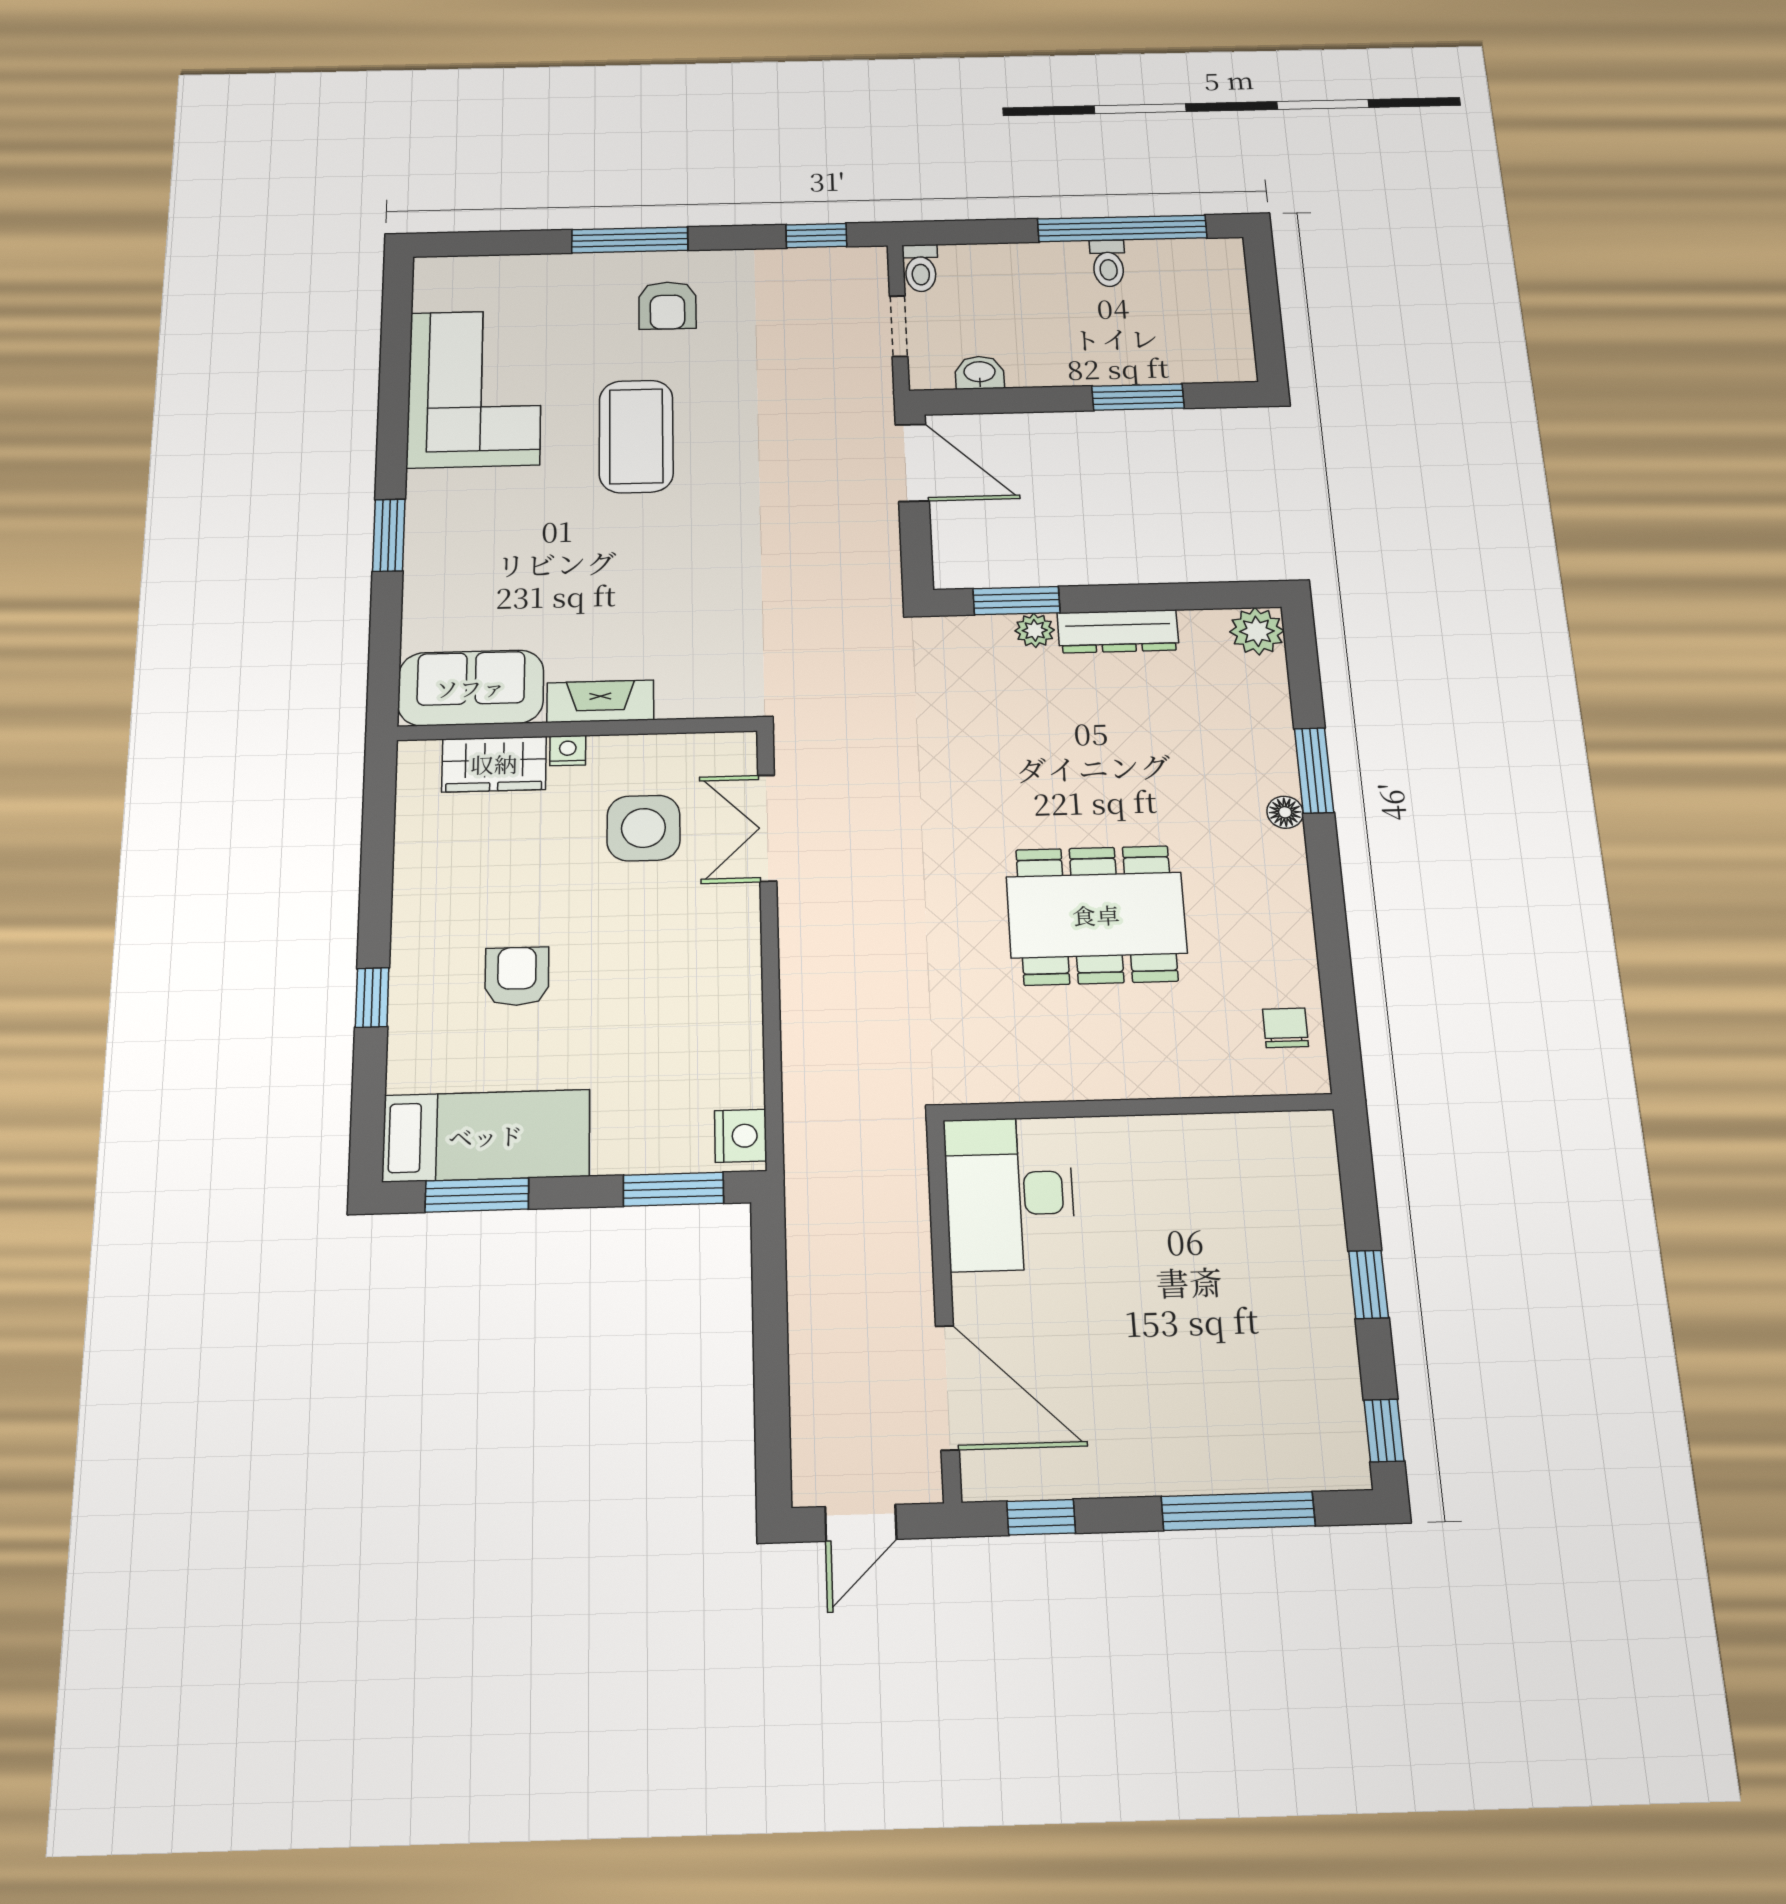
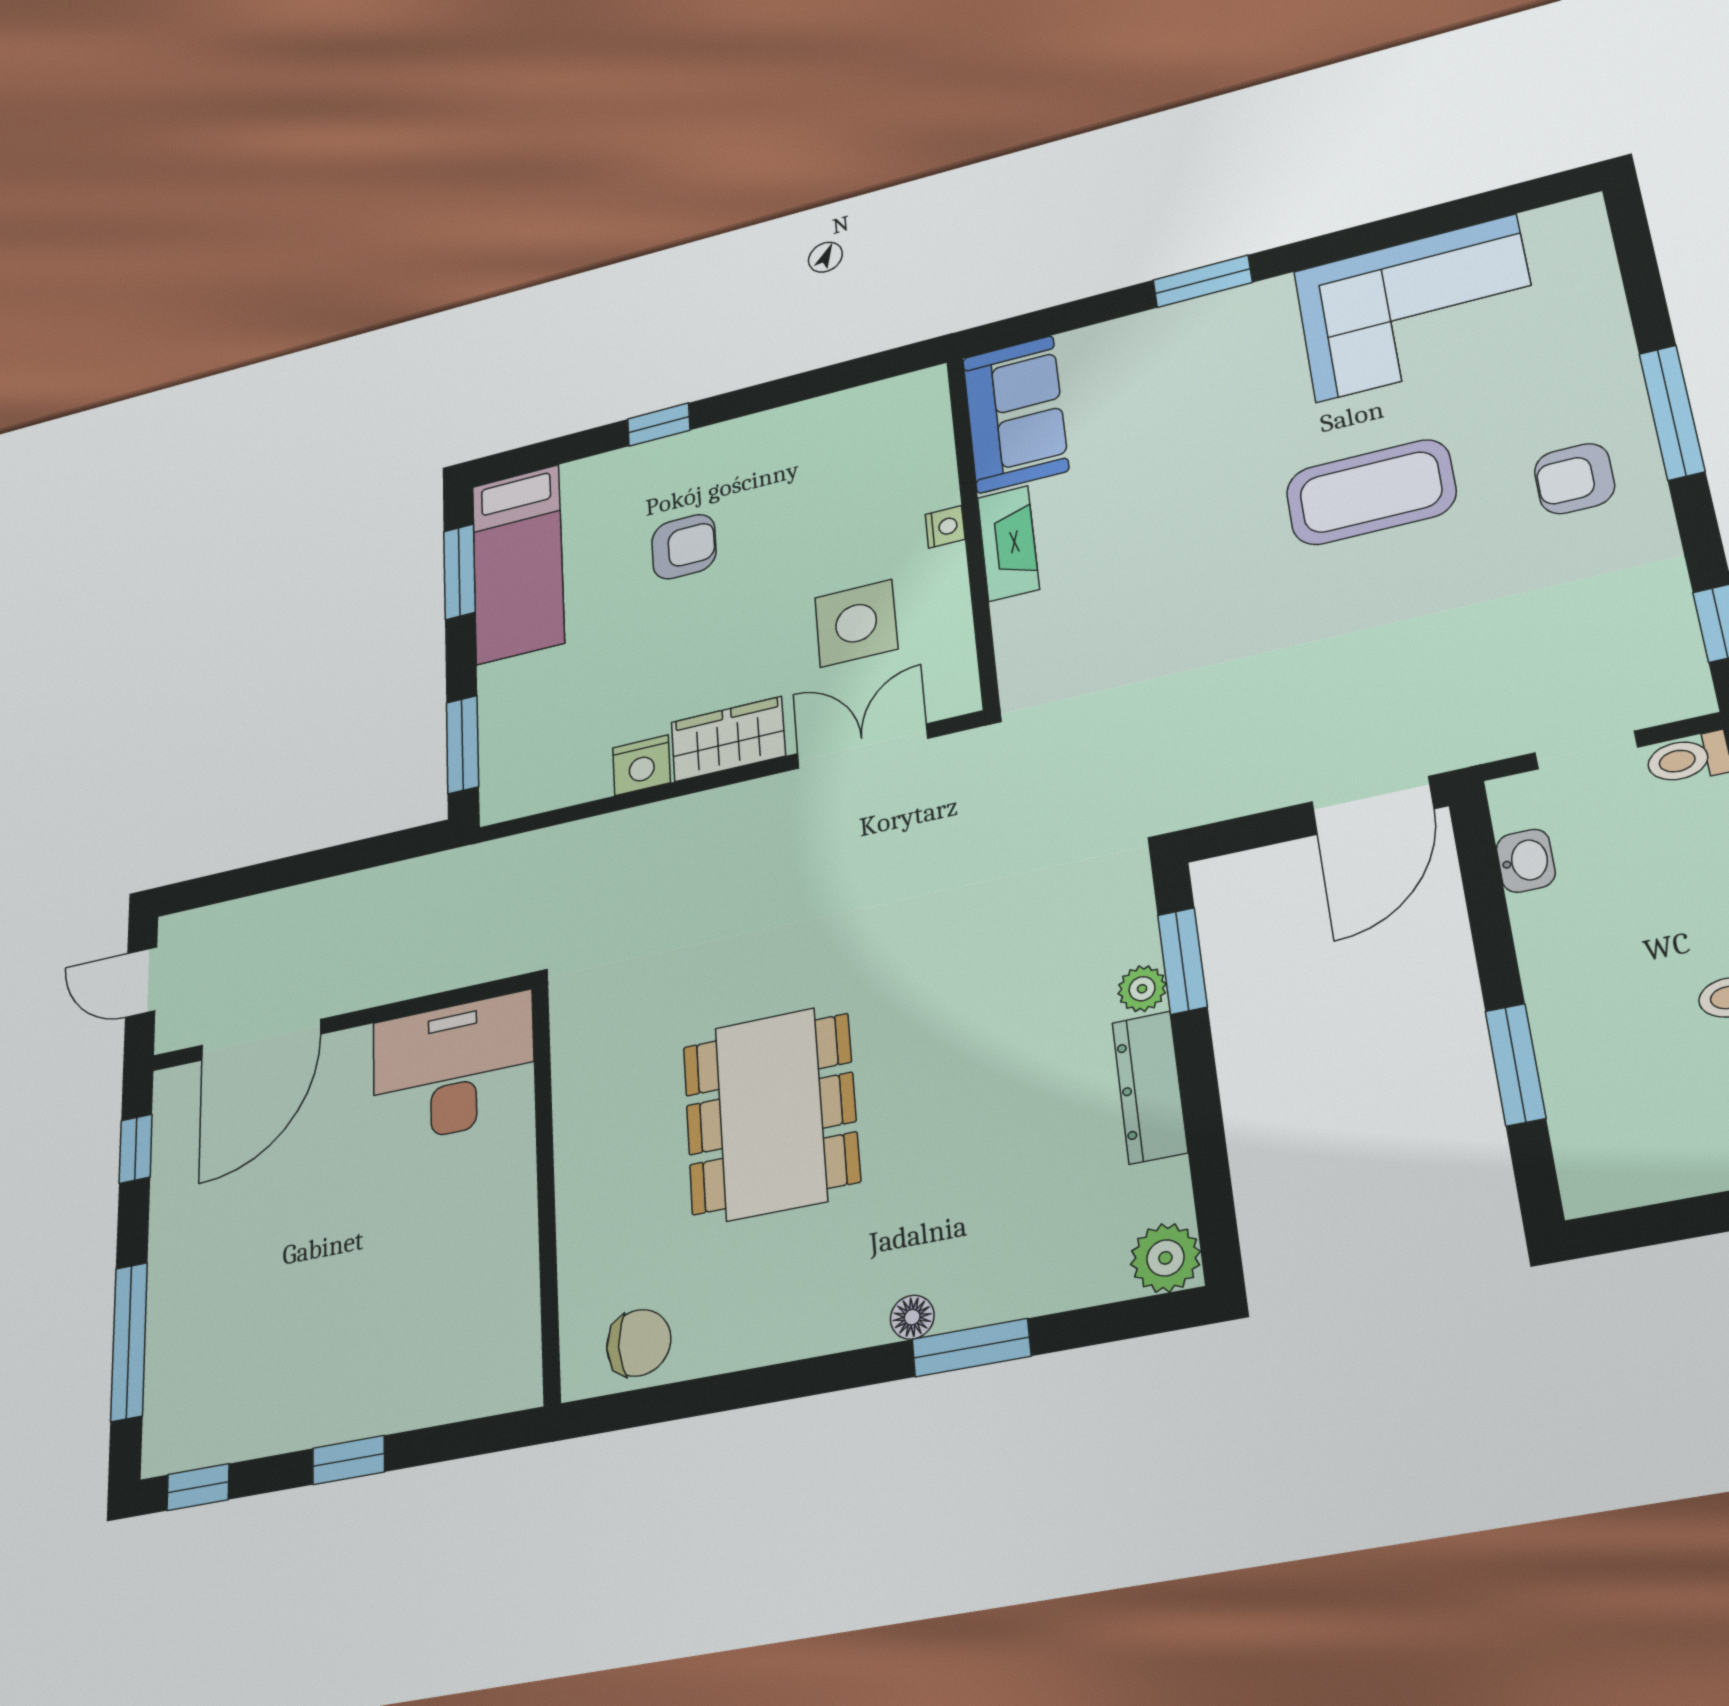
wardrobe: (494, 764) -> (728, 739), moved, turned 90
chair: (1286, 1028) -> (639, 1343), width x1.37, depth x1.37
nightstand: (741, 1136) -> (642, 765), moved

